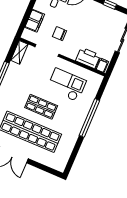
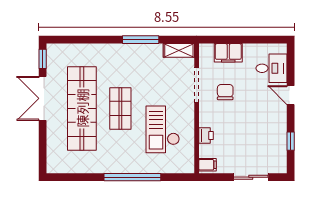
printer: (88, 58) -> (206, 136), width x0.53, depth x0.68
checkout: (67, 85) -> (163, 129), turned 180

